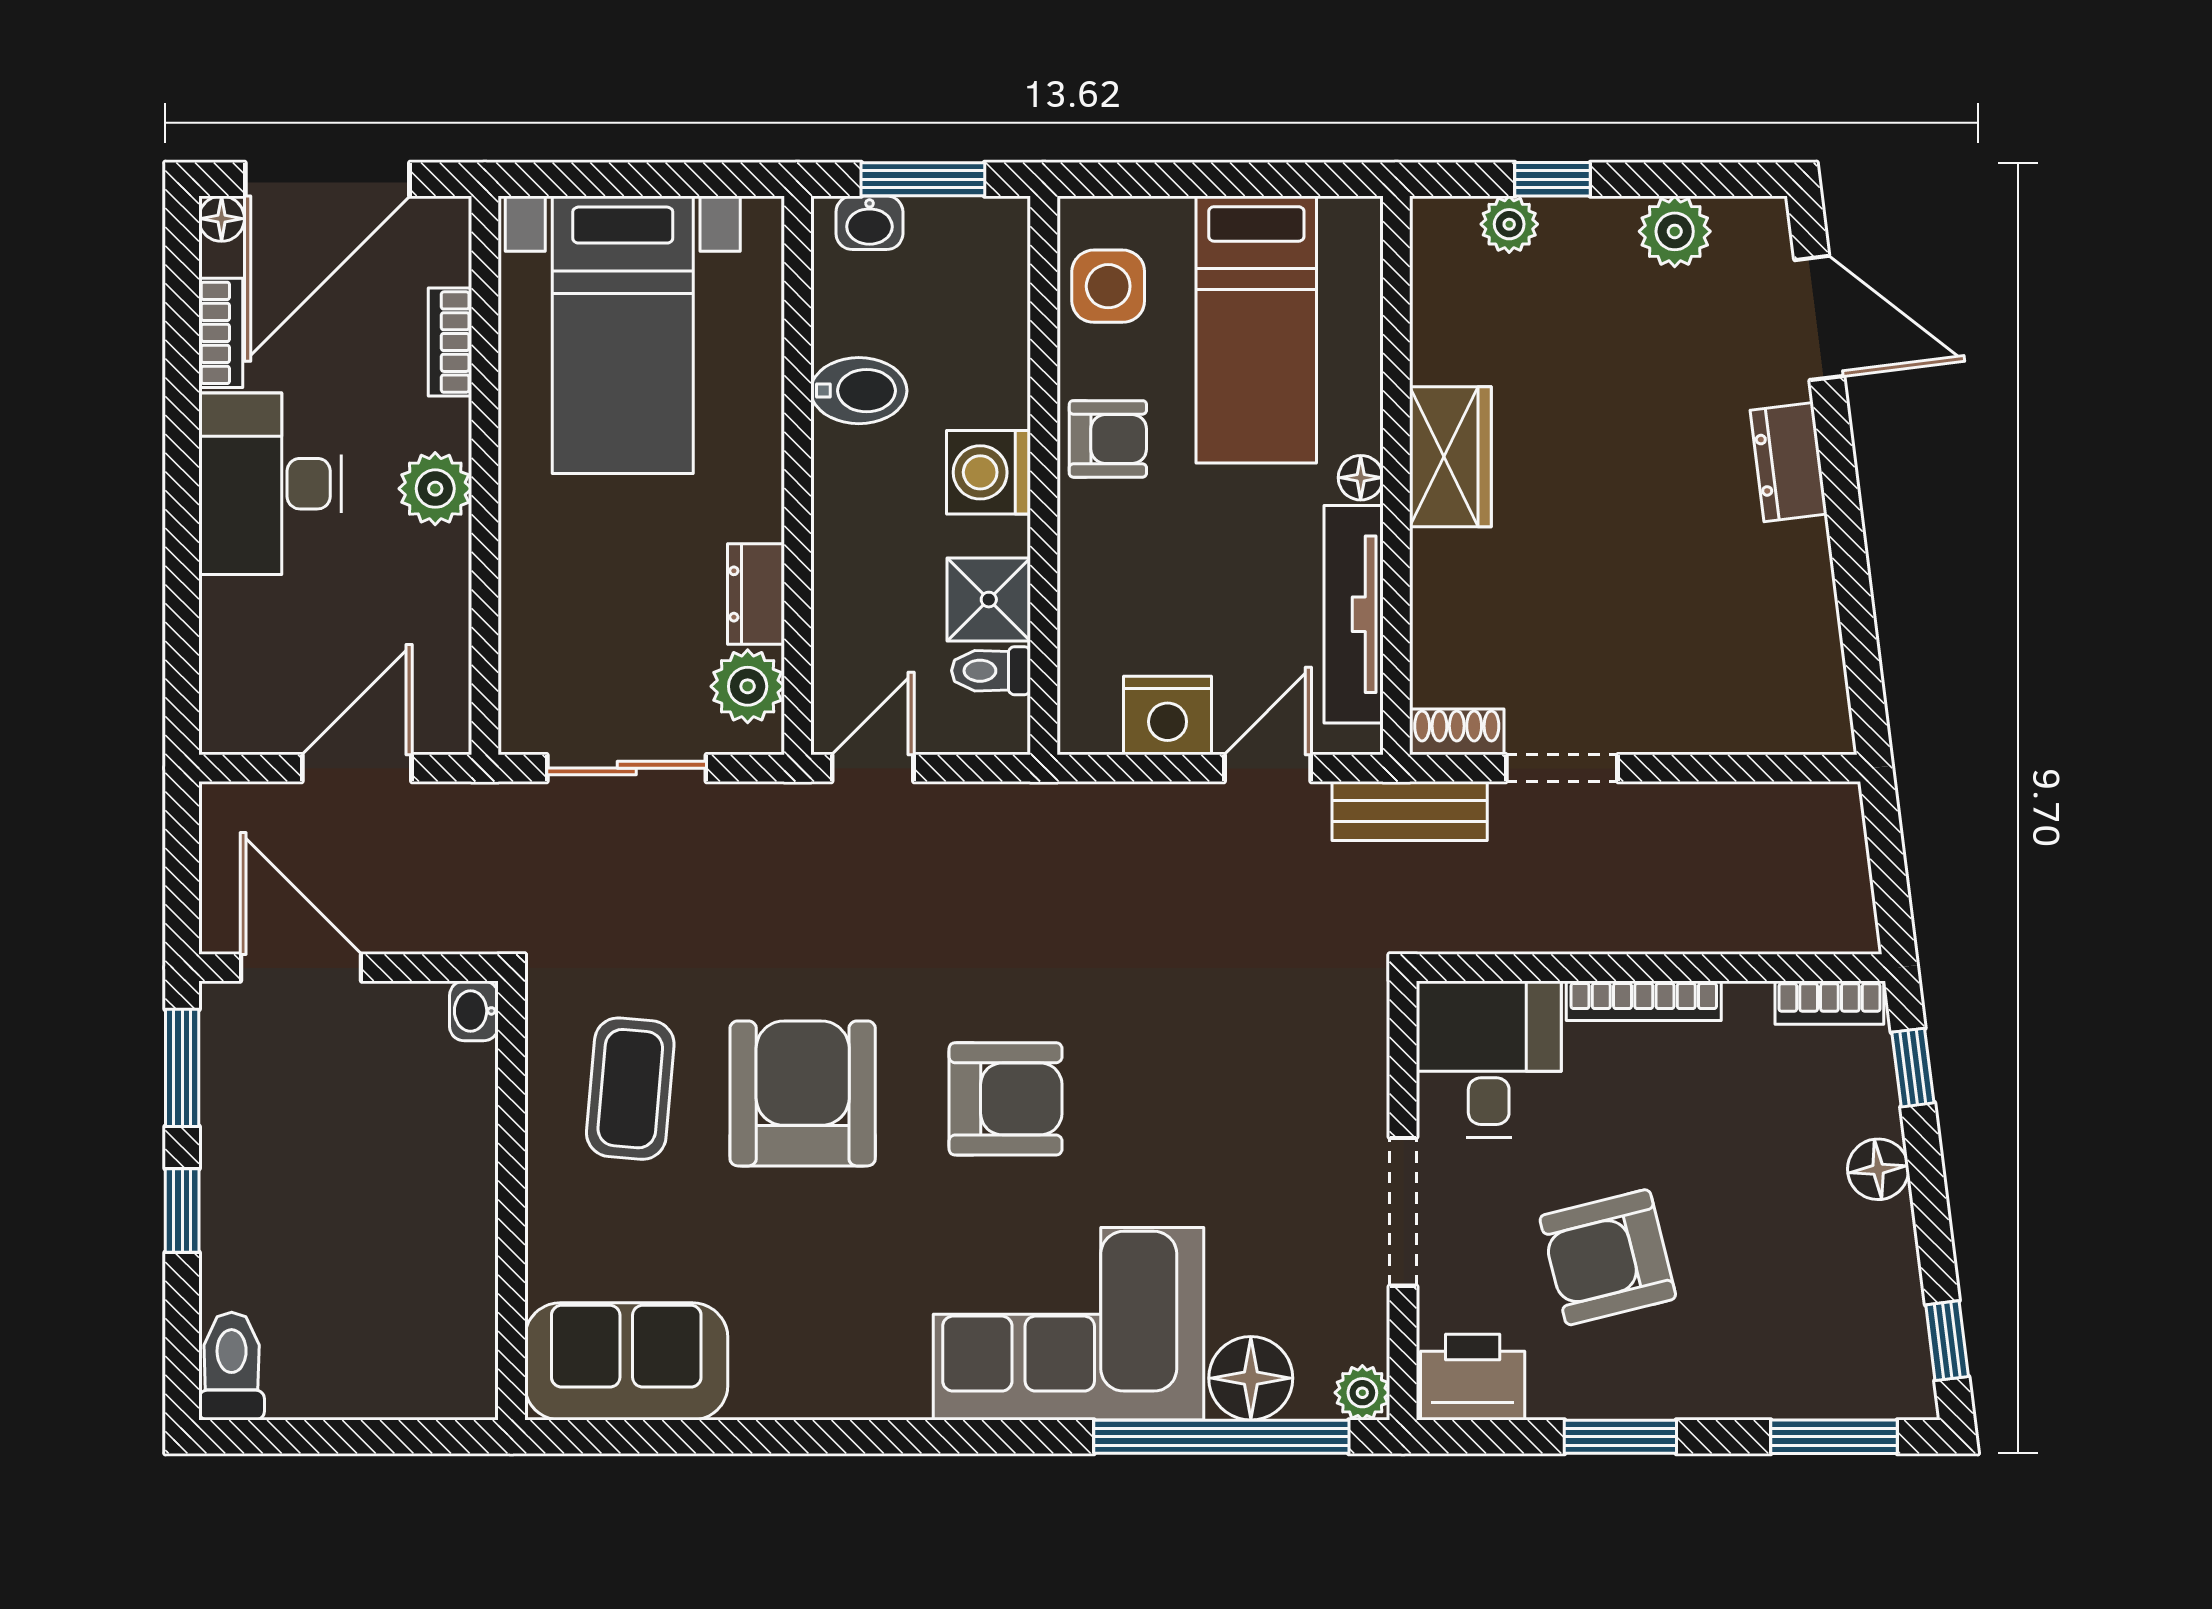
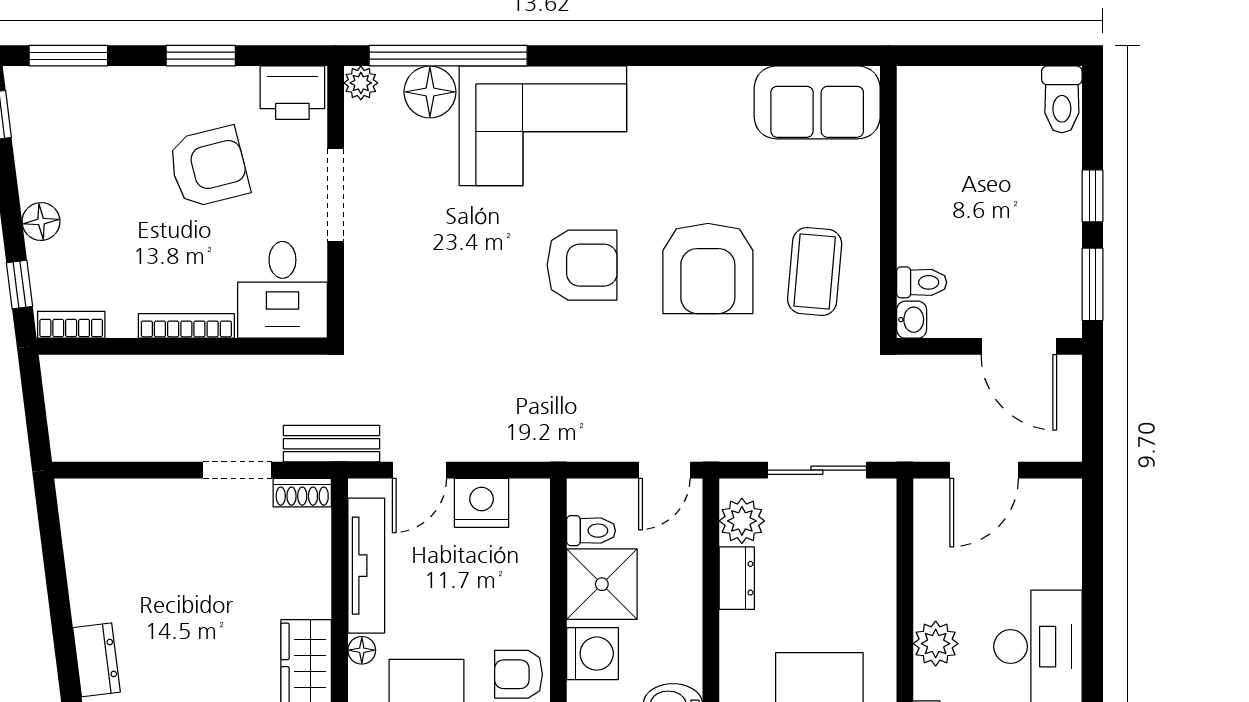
shower: (989, 600) -> (602, 584), width x1.36, depth x1.36
toilet: (458, 1071) -> (922, 282), added
armchair: (1006, 1099) -> (582, 265), turned 180

